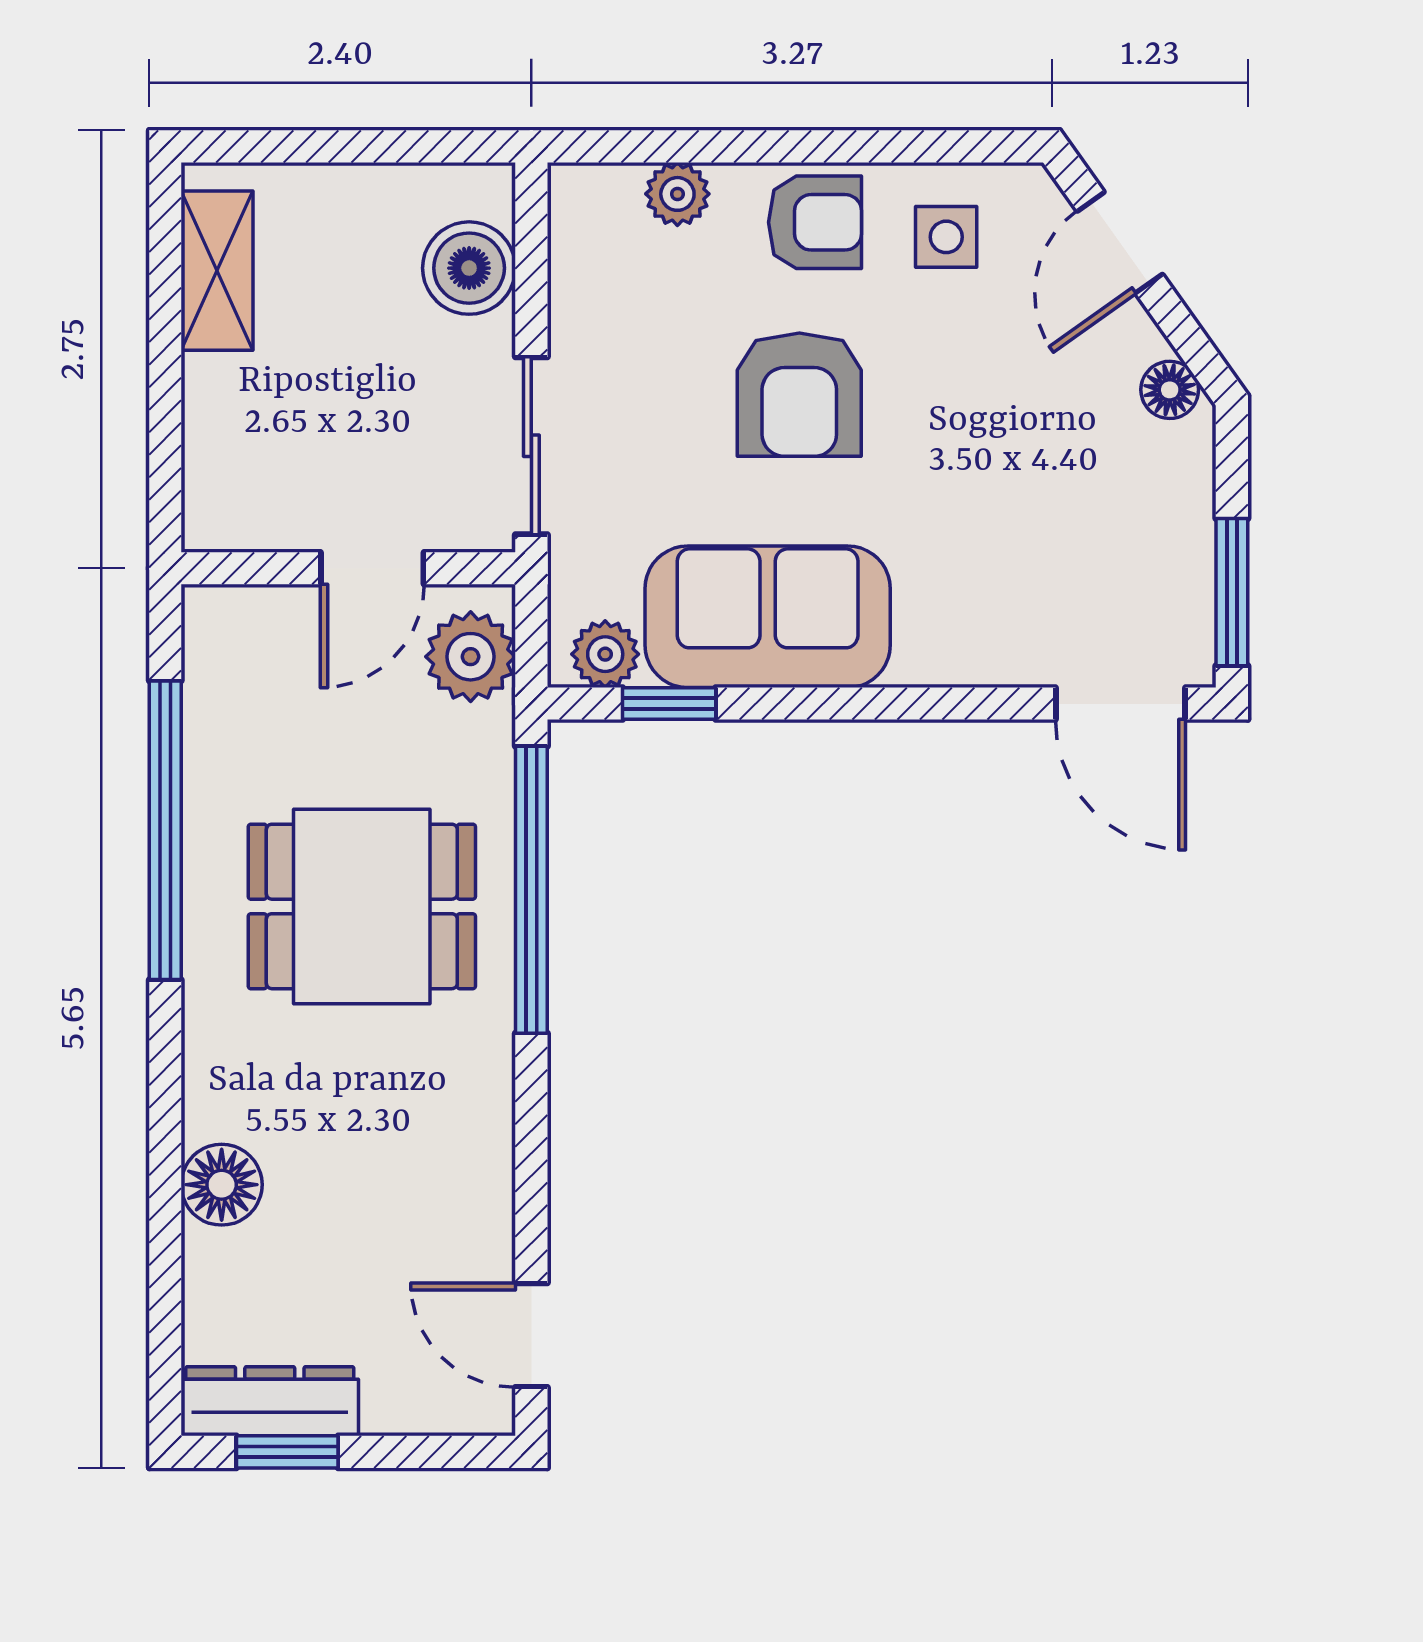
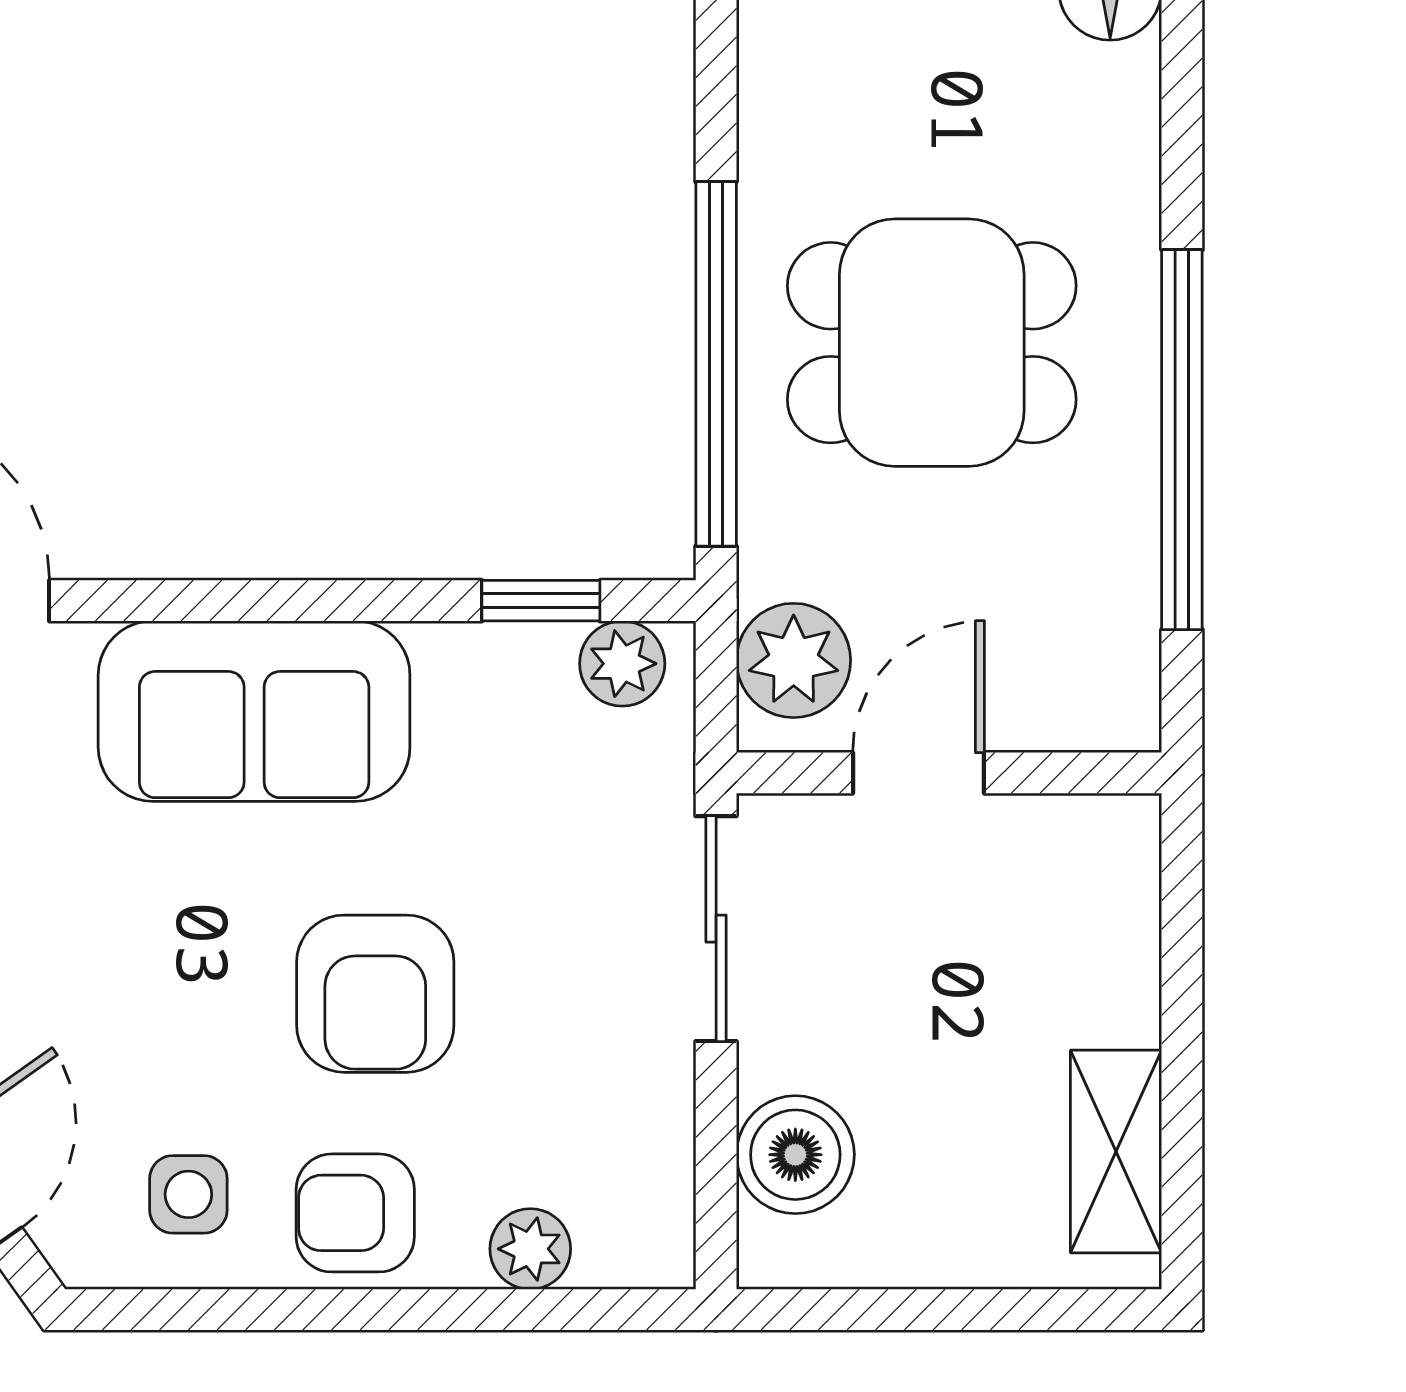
armchair: (799, 395) -> (375, 994), turned 180
sofa: (768, 617) -> (254, 711), moved

